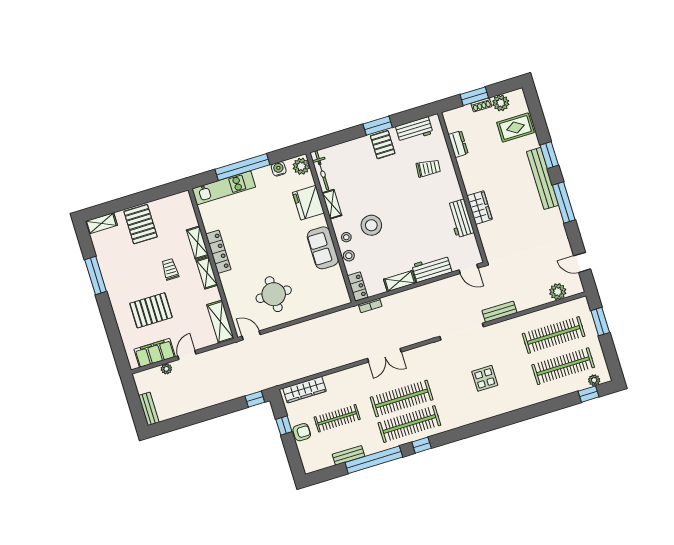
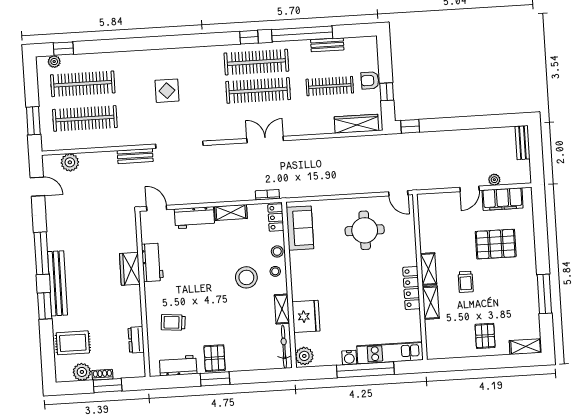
water cooler: (279, 169) -> (349, 358), moved
pallet: (141, 224) -> (485, 336), width x0.67, depth x0.71
sofa: (323, 248) -> (300, 228), moved
shelving: (220, 322) -> (427, 215), removed

